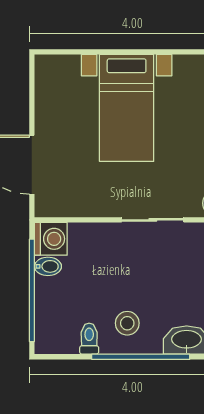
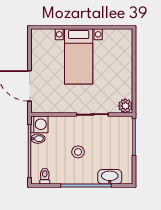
stool: (127, 323) -> (78, 152), moved
toilet: (89, 339) -> (45, 176), moved

